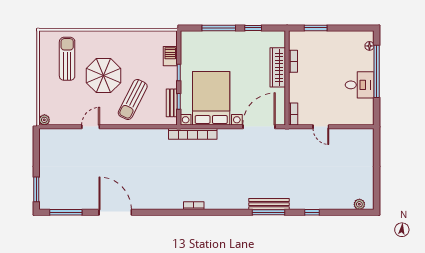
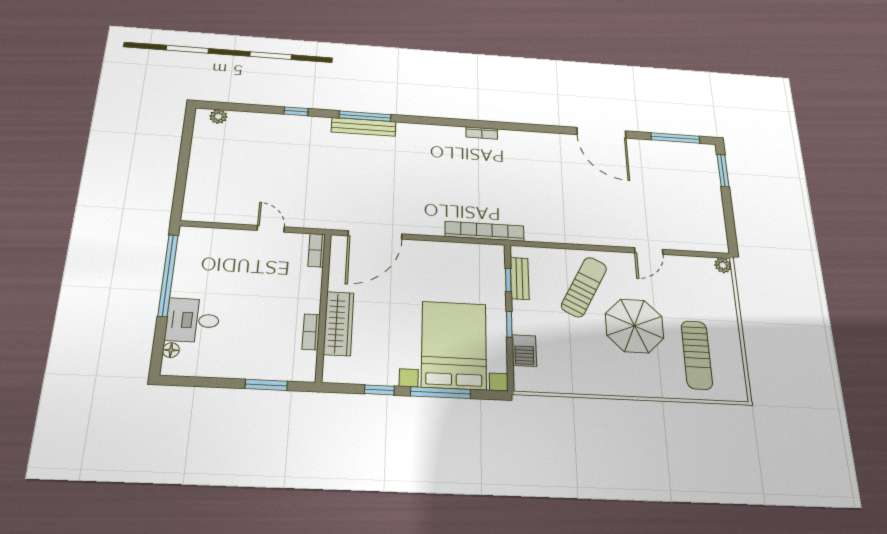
window: (377, 71) -> (168, 275), moved
desk: (360, 85) -> (193, 320), moved
bed with nightstands: (211, 98) -> (454, 345), moved, turned 180

